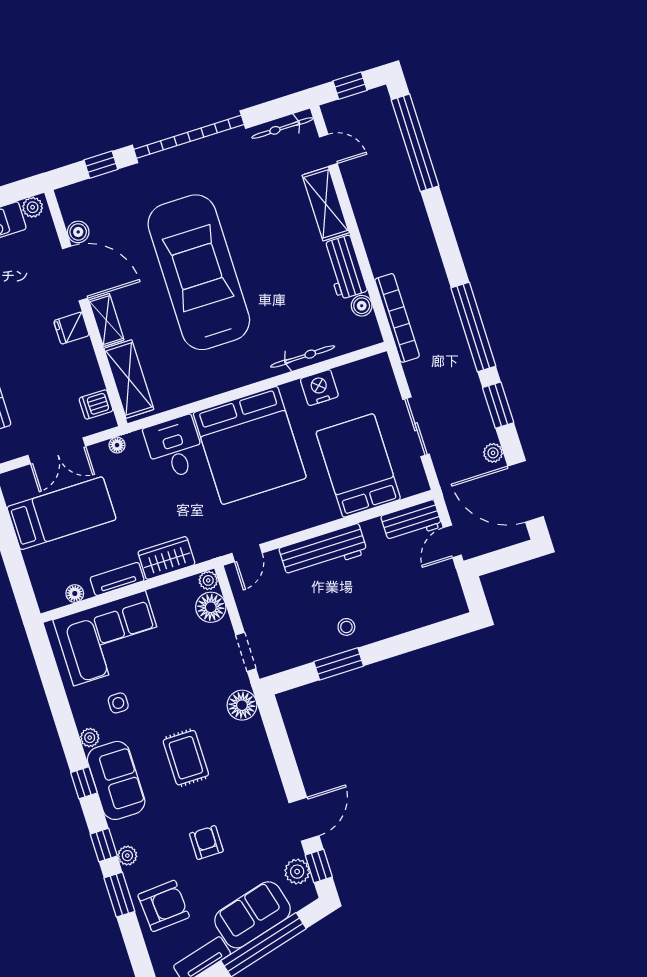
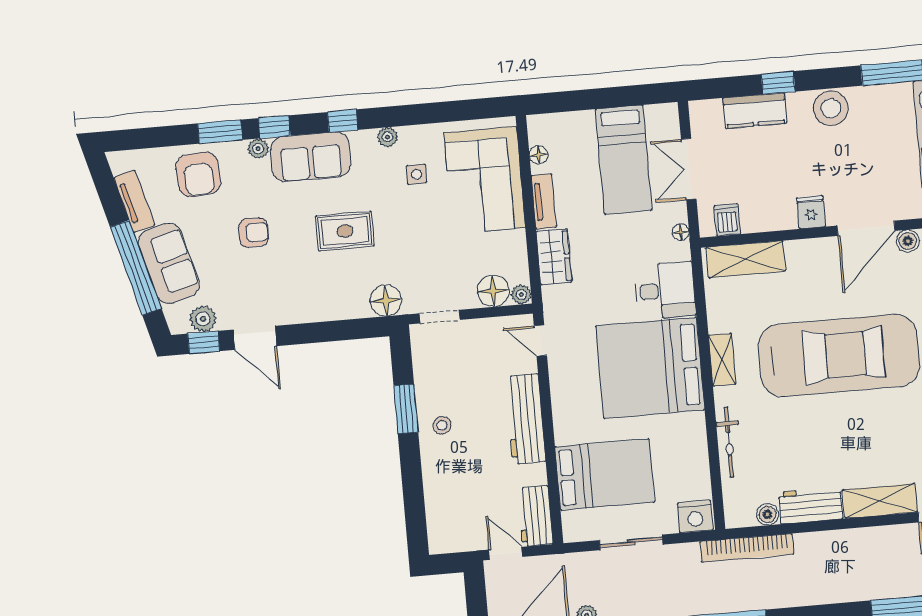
shelving: (106, 320) -> (722, 360), moved, turned 90
nightstand: (319, 388) -> (695, 516), moved, turned 90
sofa: (116, 780) -> (311, 157), moved

